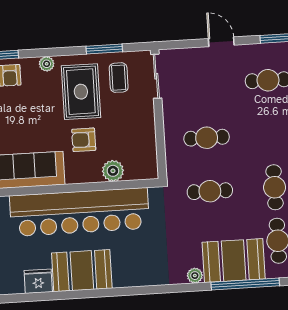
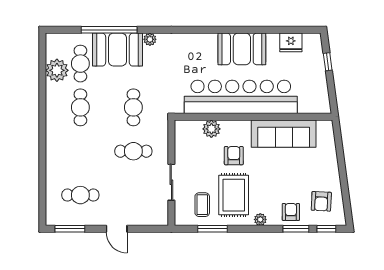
sliding door: (156, 76) -> (171, 182), moved
armchair: (84, 140) -> (234, 156), turned -90
cafe table: (210, 191) -> (133, 107), turned 90
fridge: (38, 281) -> (291, 42), moved

